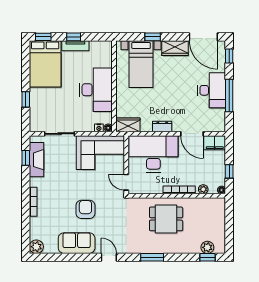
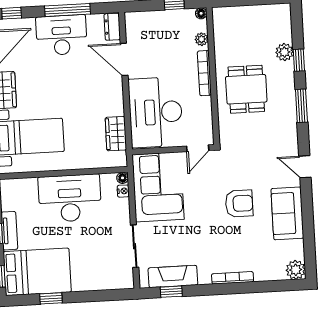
window: (26, 99) -> (51, 298), moved
wardrobe: (128, 125) -> (116, 134), moved
dresser: (162, 127) -> (112, 27), moved
door: (192, 134) -> (124, 59), swing flipped
filing cabinet: (215, 143) -> (135, 27), removed
armchair: (85, 209) -> (239, 204), turned 180
plant: (207, 247) -> (284, 52), moved
door: (109, 257) -> (305, 167), hinge flipped
window: (208, 257) -> (299, 60), moved

